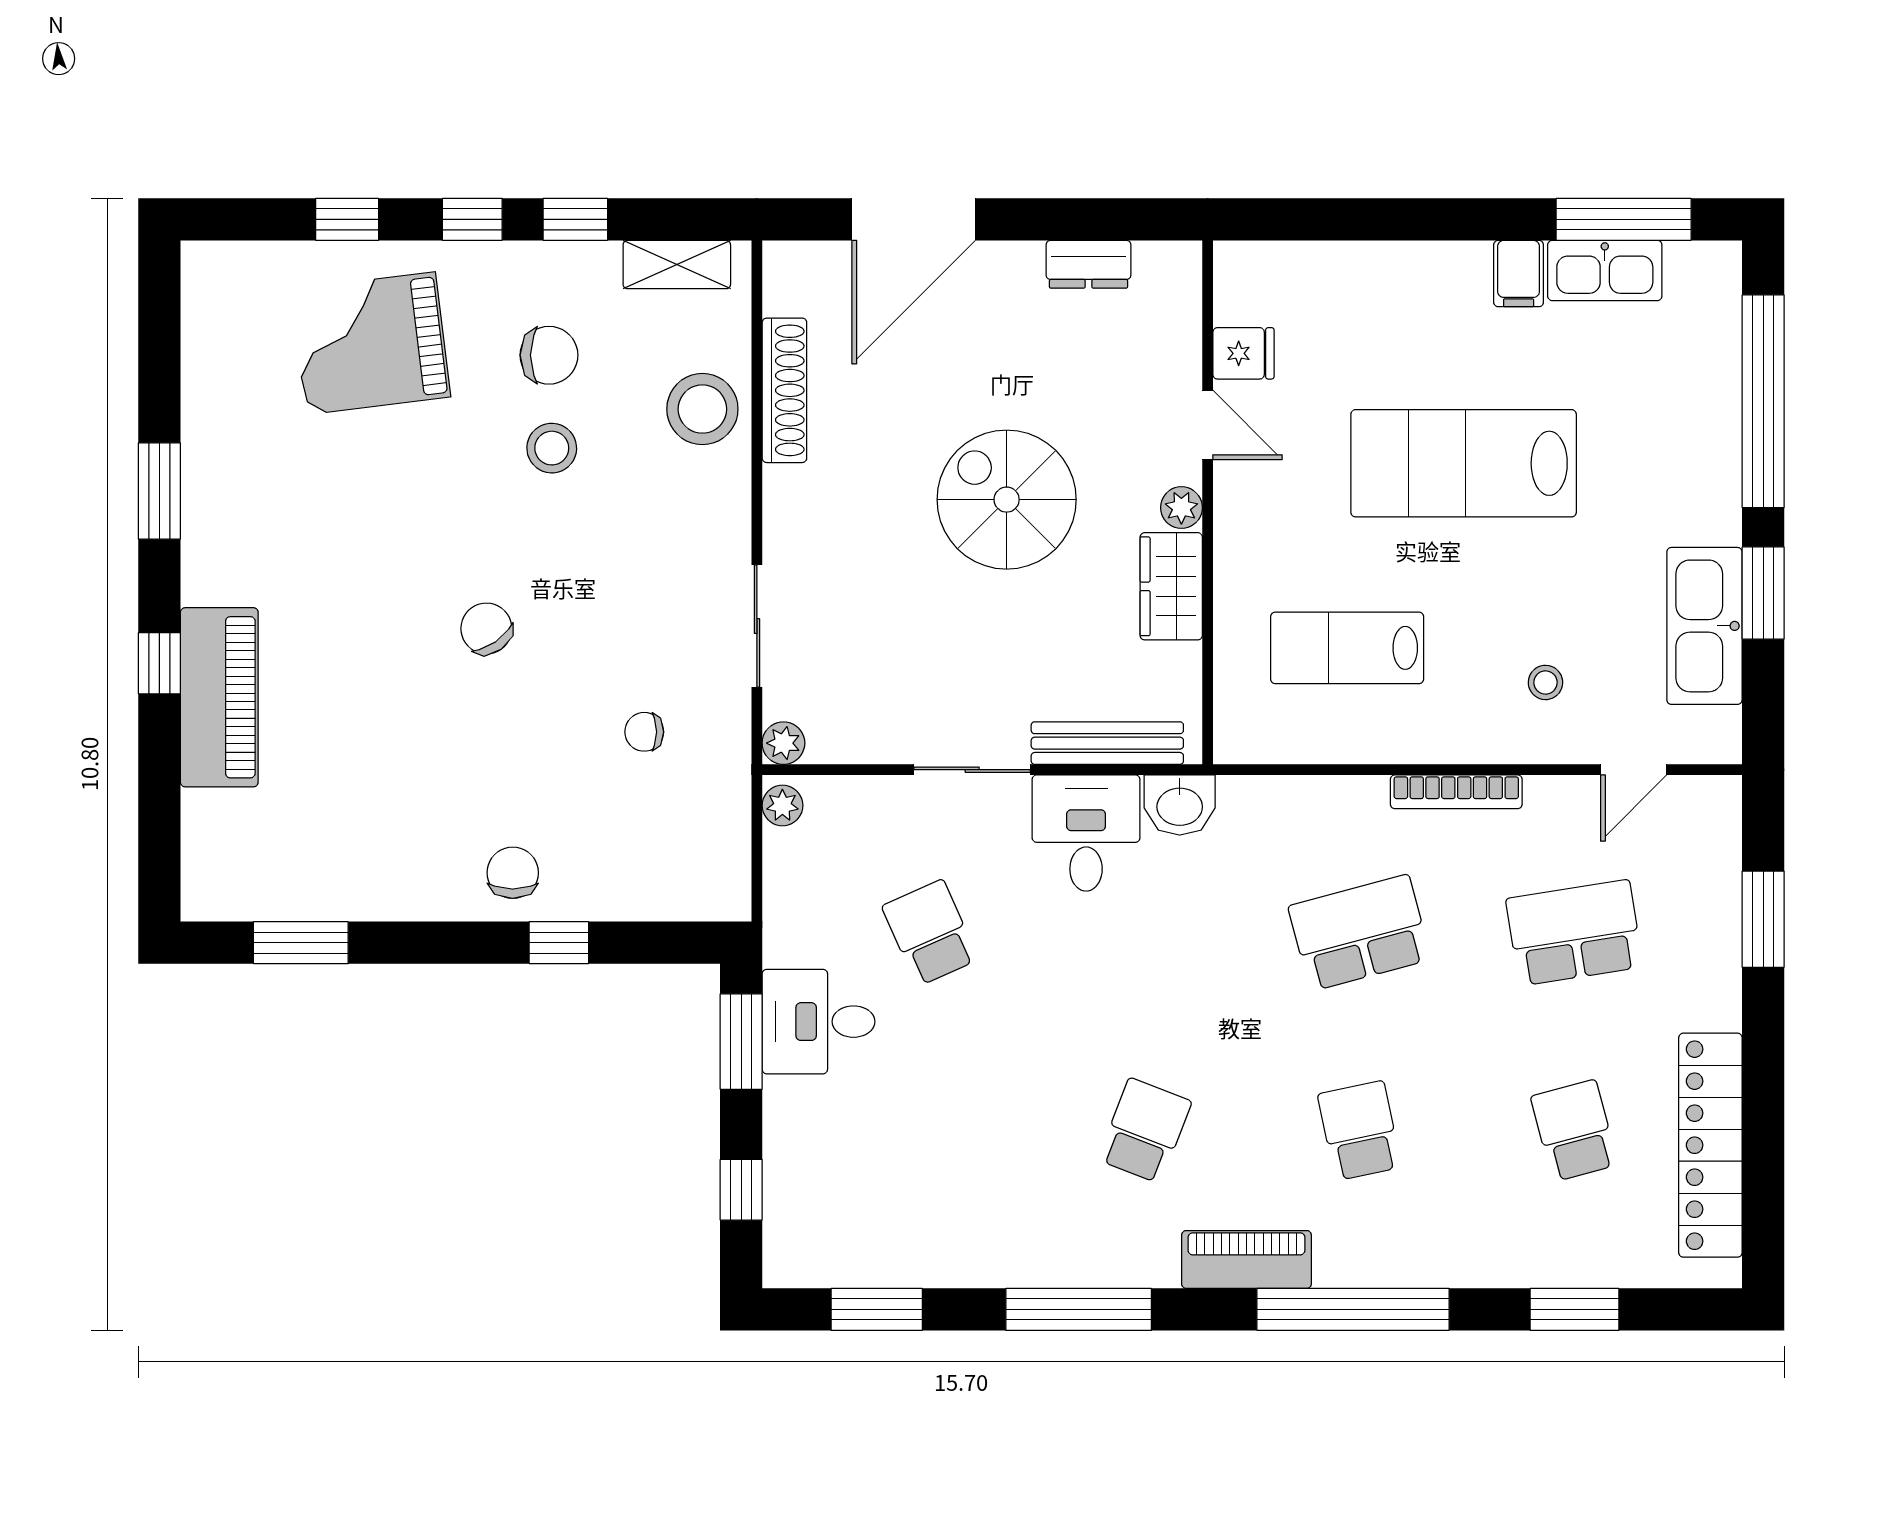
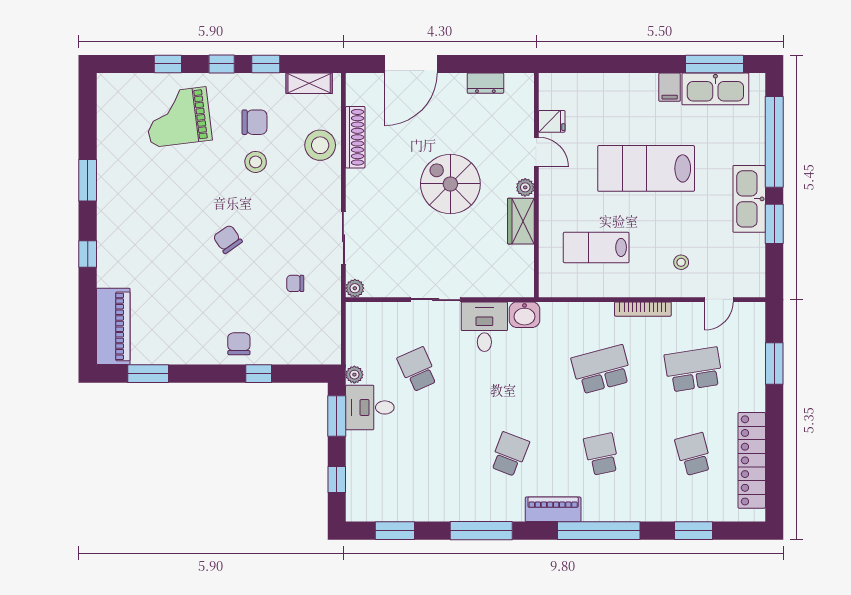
kitchen sink: (1605, 270) -> (715, 89), width x1.36, depth x1.24
kitchen sink: (1704, 626) -> (749, 199), moved
piano: (219, 697) -> (113, 326), moved
bench: (1107, 743) -> (493, 288), removed
plant: (782, 806) -> (354, 375), moved

